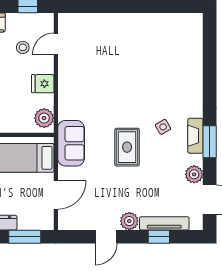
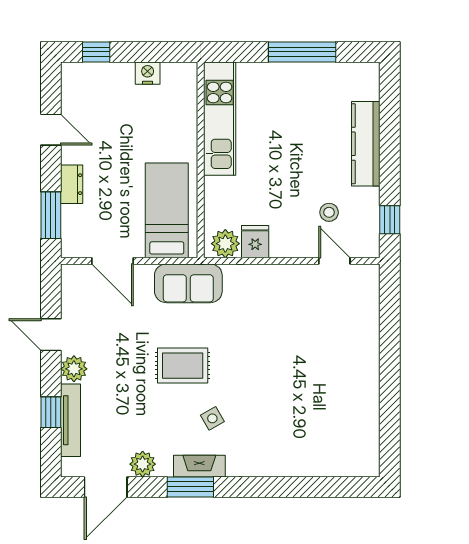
fridge: (43, 84) -> (255, 242), moved

